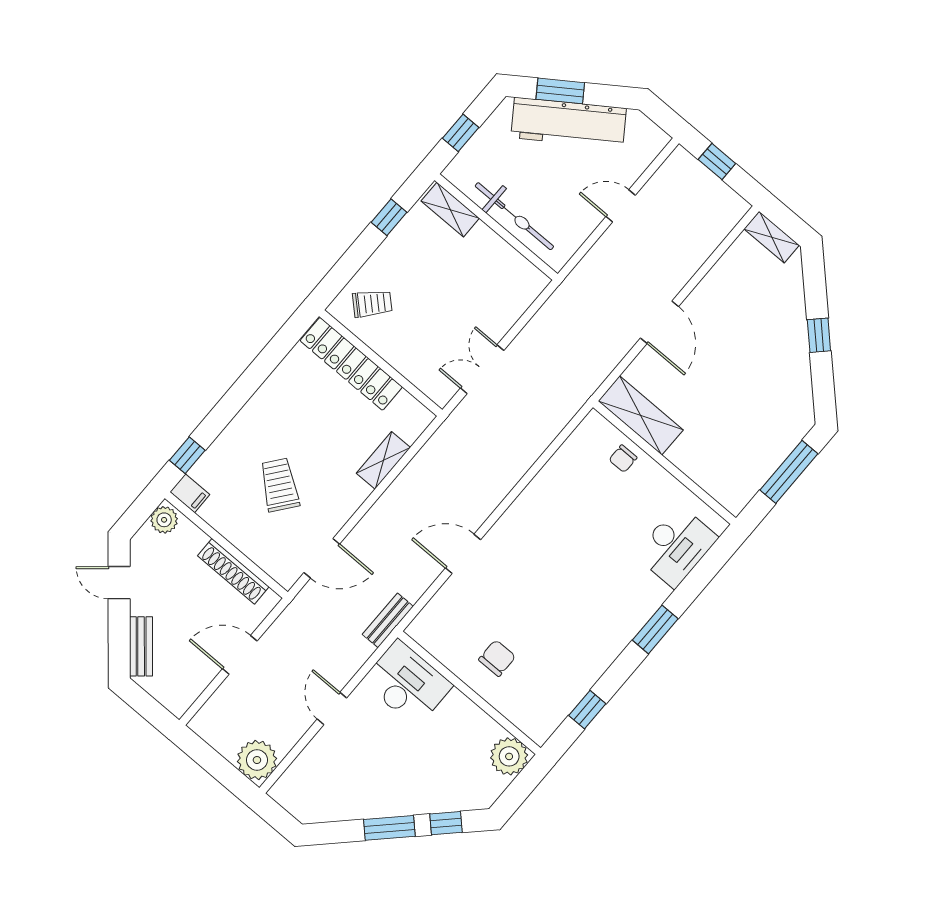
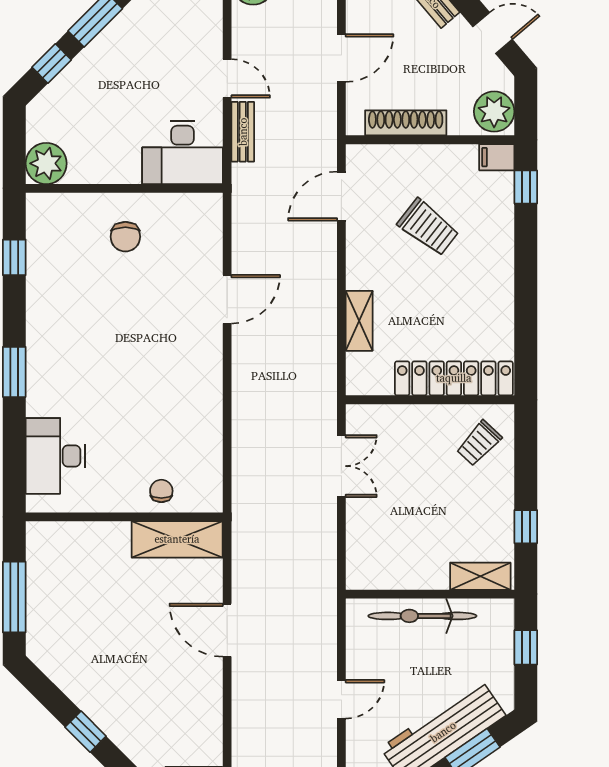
plant: (164, 520) -> (494, 112), width x1.36, depth x1.36
bench: (388, 620) -> (243, 132), moved

